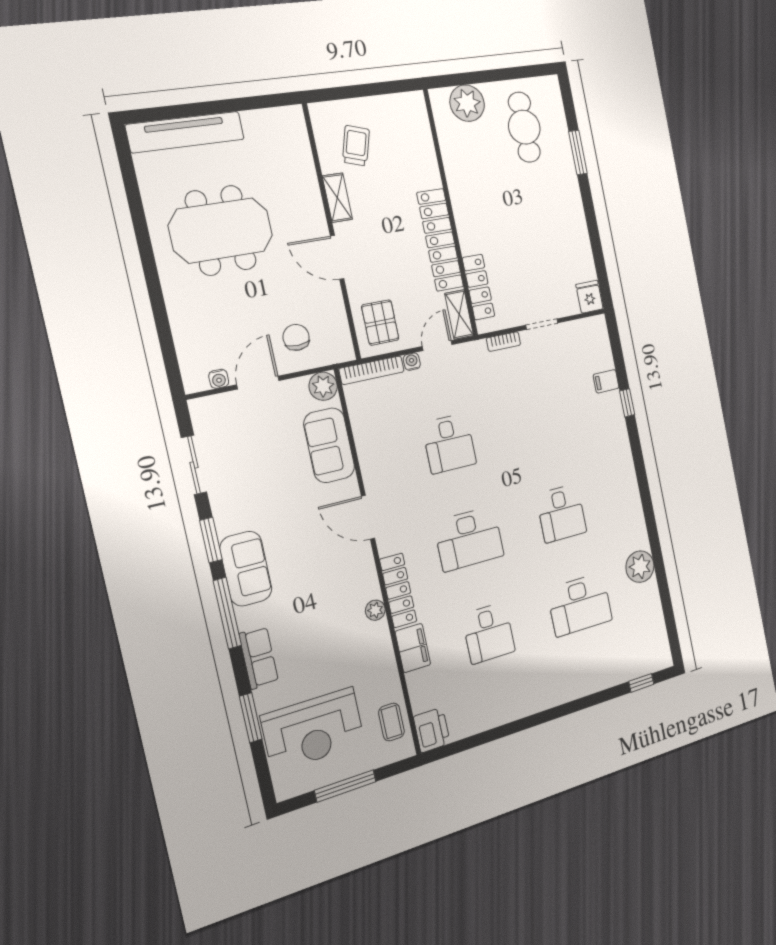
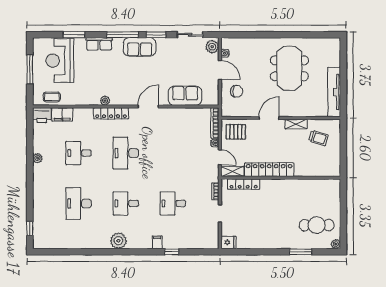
plant: (467, 103) -> (336, 244), moved, width x0.53, depth x0.53
tv unit: (185, 132) -> (334, 92), moved
filing cabinet: (606, 381) -> (157, 242), moved
plant: (323, 386) -> (212, 47), moved
desk: (449, 443) -> (173, 203), moved
plant: (640, 567) -> (118, 241), moved
filing cabinet: (413, 648) -> (62, 114), moved
plant: (515, 711) -> (37, 158), added

